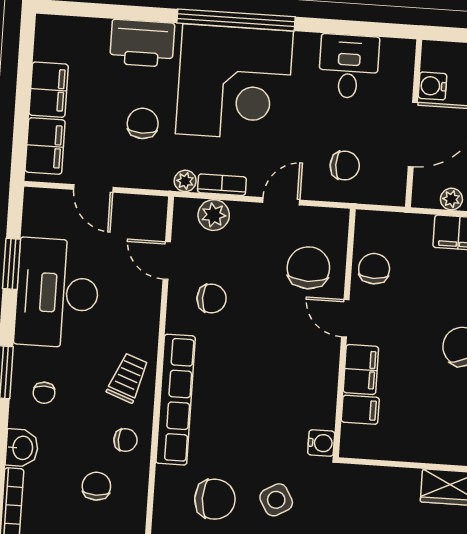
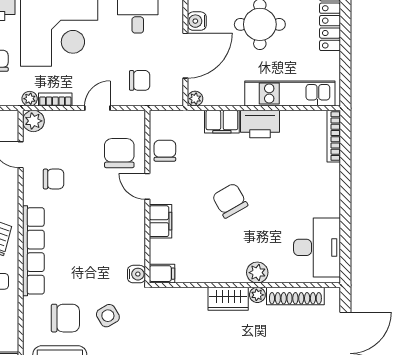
plant: (451, 199) -> (195, 99), moved
plant: (214, 215) -> (33, 121), moved
filing cabinet: (360, 410) -> (162, 274), moved

